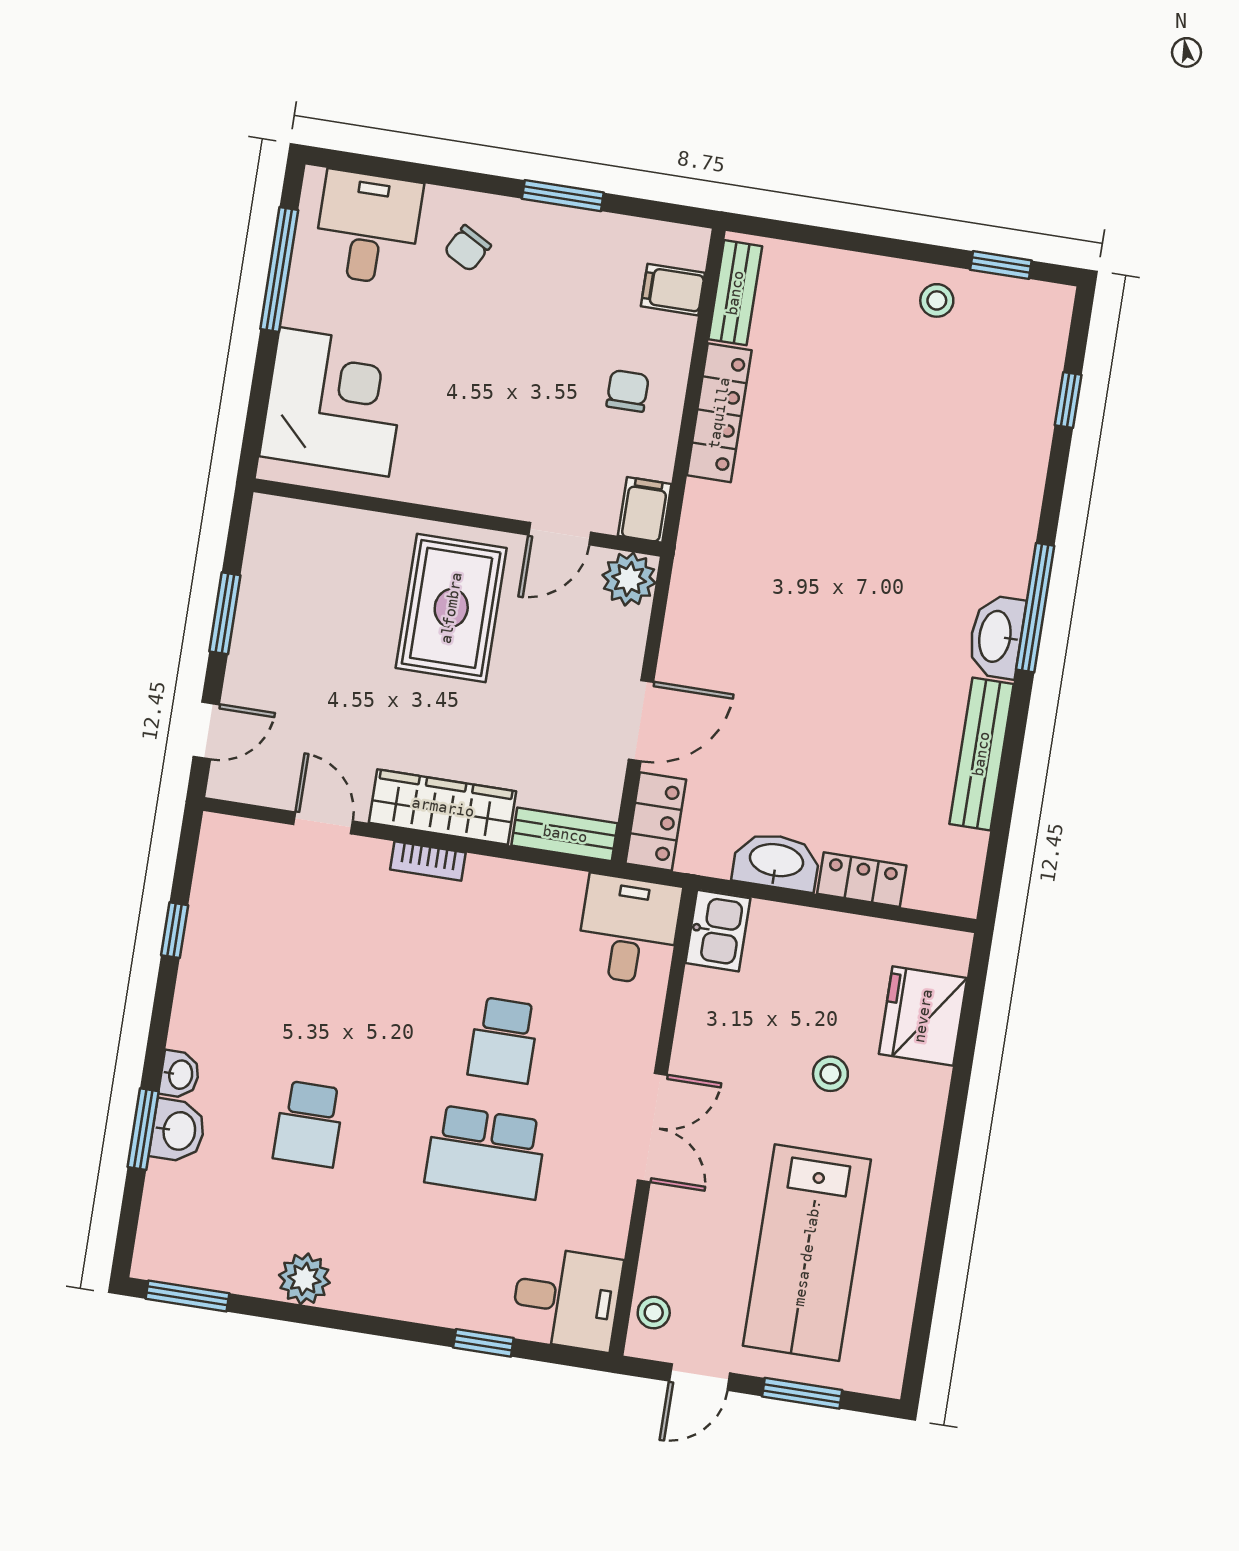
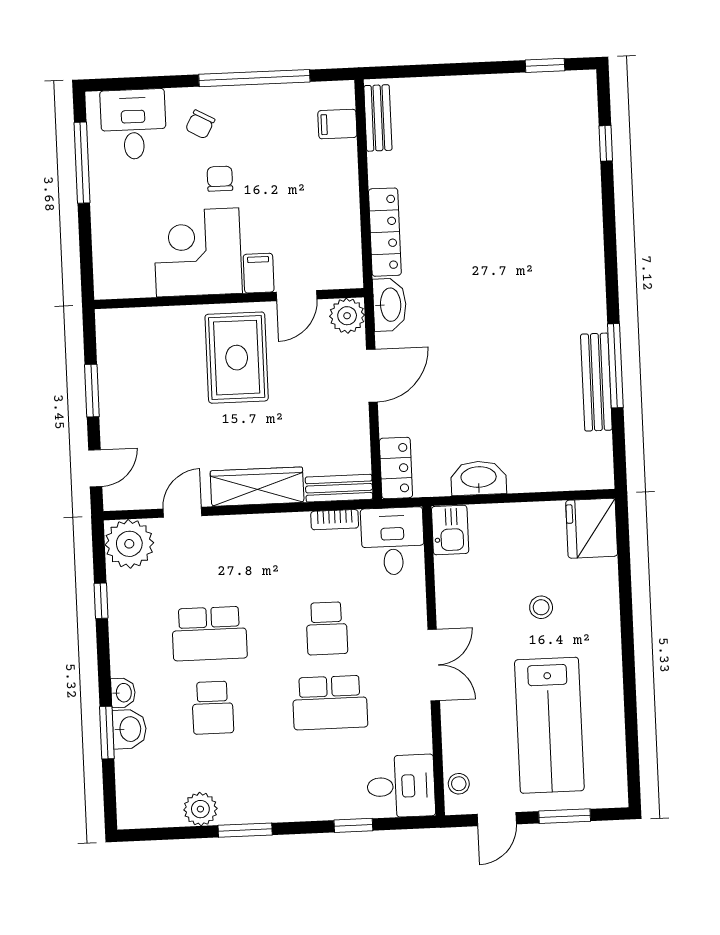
window: (563, 196) -> (254, 78), width x2.11
stool: (937, 300) -> (508, 97), removed
chair: (628, 391) -> (220, 179), moved
corner desk: (334, 402) -> (198, 252), moved, turned -90
locker: (719, 413) -> (385, 232), moved
filing cabinet: (645, 510) -> (259, 273), moved
window: (1035, 608) -> (615, 366), moved
washbasin: (996, 637) -> (390, 305), moved, turned 180
door: (641, 721) -> (372, 376), moved
door: (323, 823) -> (182, 512), hinge flipped
plant: (234, 854) -> (129, 544), added
bookcase: (428, 861) -> (335, 520), moved
locker: (862, 880) -> (536, 478), removed
school desk: (327, 1012) -> (209, 634), added
fridge: (923, 1016) -> (592, 528), moved
plant: (304, 1279) -> (200, 809), moved
window: (187, 1296) -> (245, 830), moved

